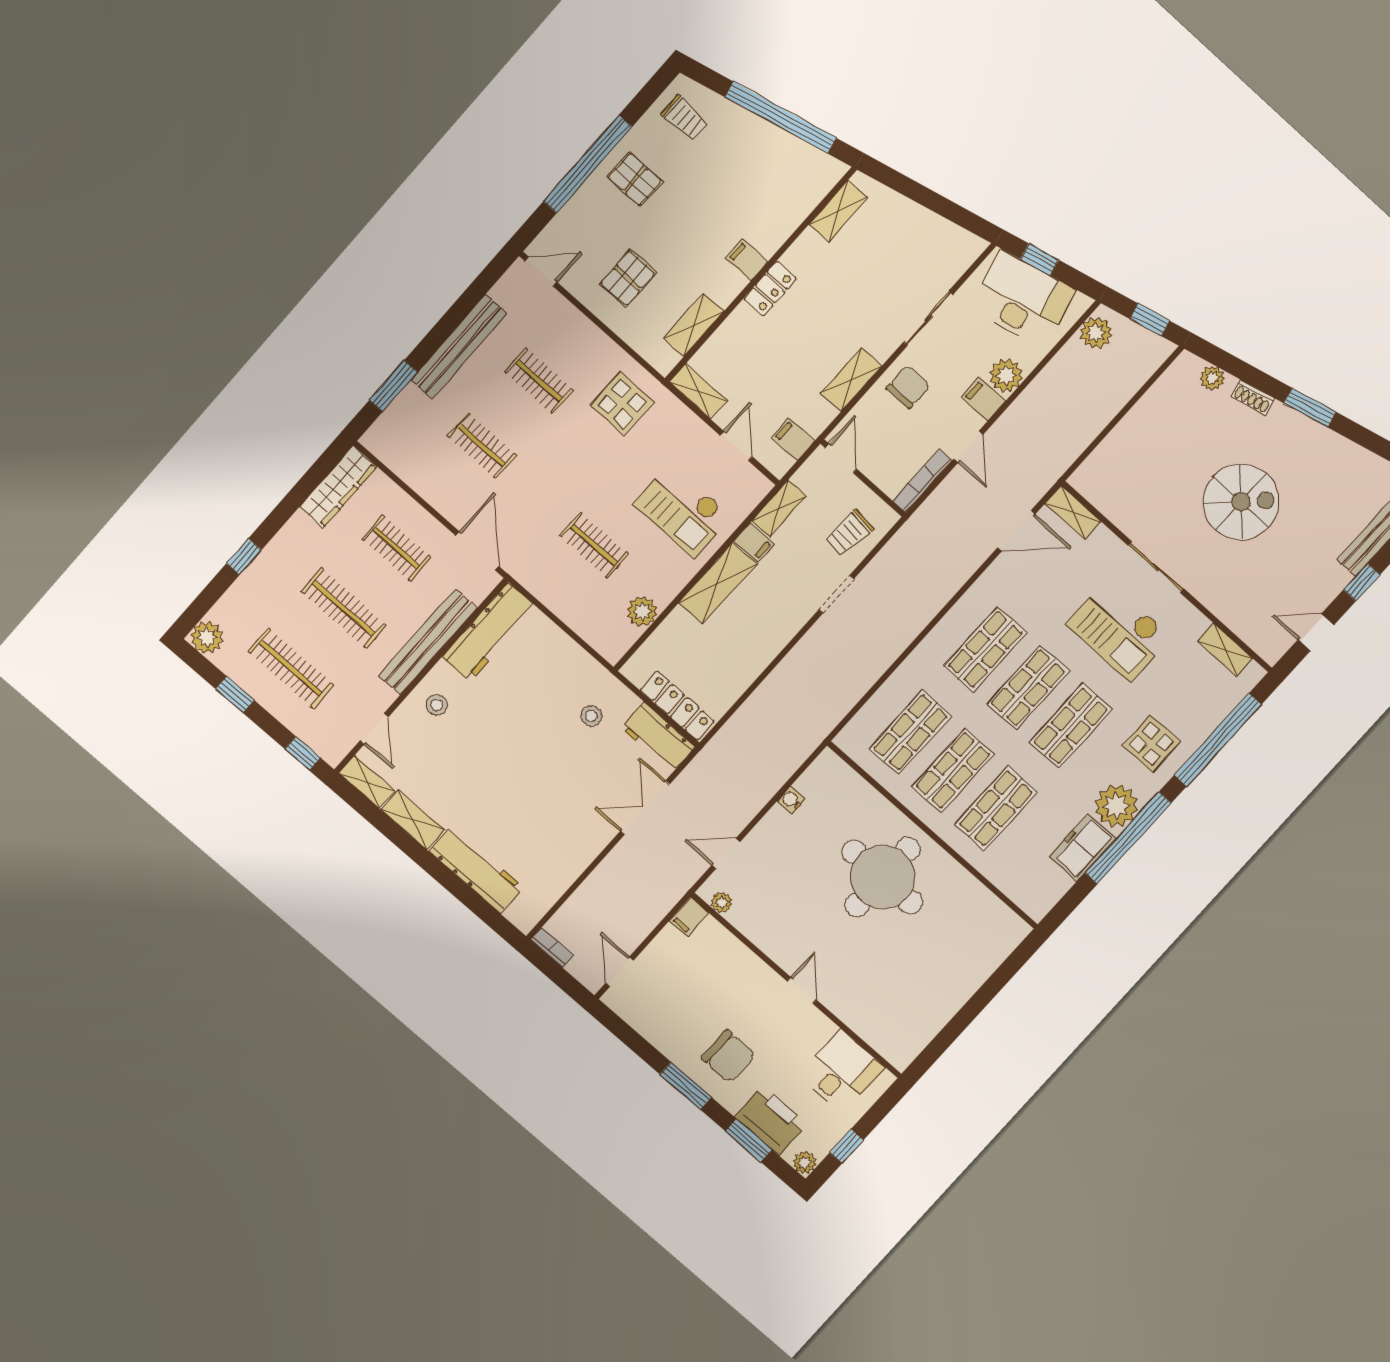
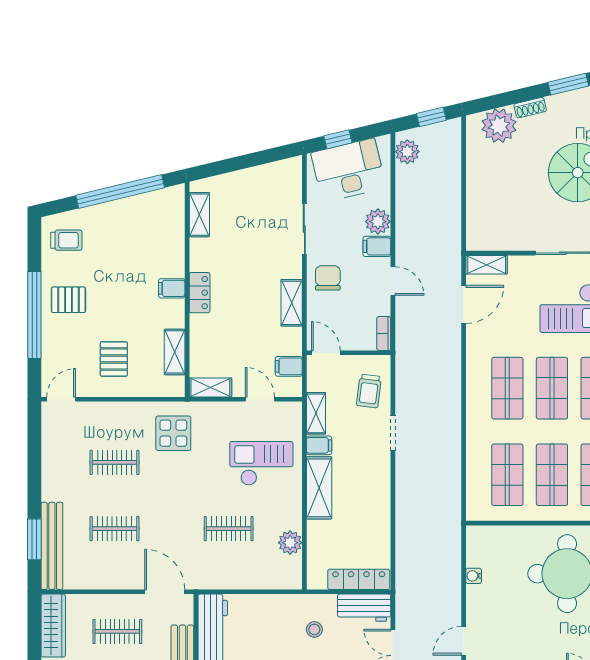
bench: (459, 346) -> (52, 546), moved
plant: (1212, 378) -> (499, 126), width x1.88, depth x1.88
bookcase: (922, 480) -> (384, 333), width x0.64
checkout: (682, 510) -> (261, 463), turned 180

